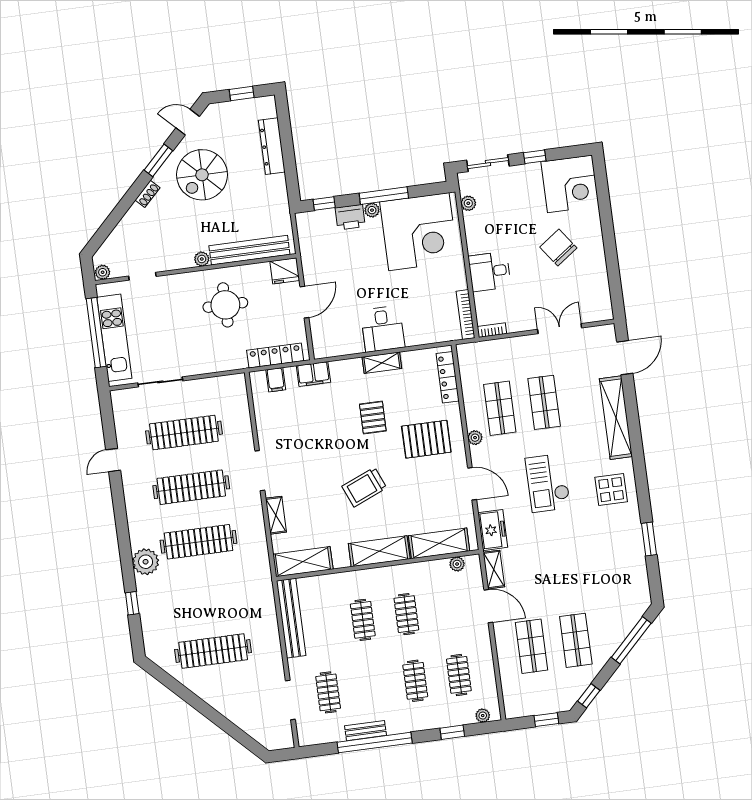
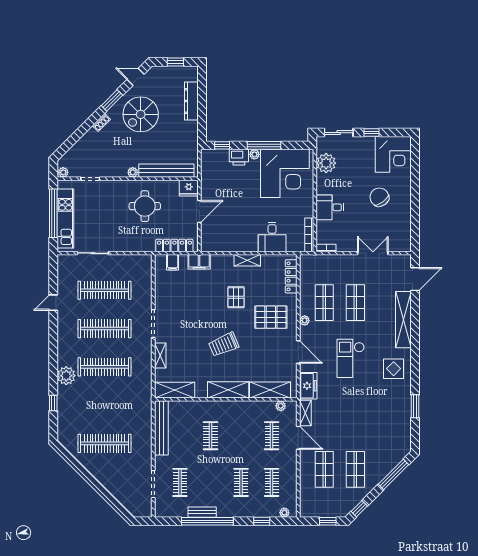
plant: (468, 203) -> (326, 163), width x1.87, depth x1.87
desk: (383, 329) -> (272, 237), moved
clothes rail: (406, 614) -> (272, 436), moved

